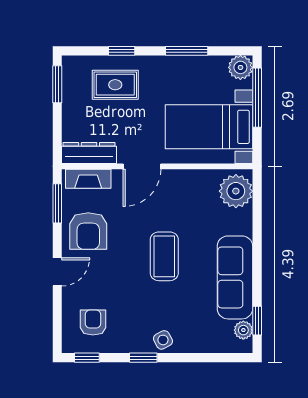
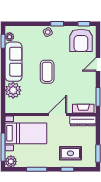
plant: (236, 191) -> (13, 90), moved
armchair: (88, 231) -> (83, 84), removed
armchair: (93, 323) -> (81, 40), width x1.88, depth x1.88

